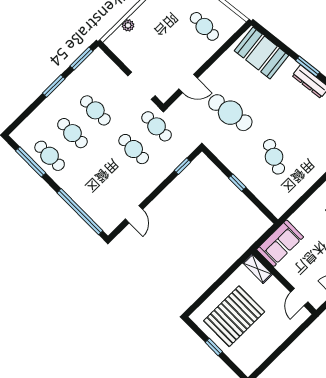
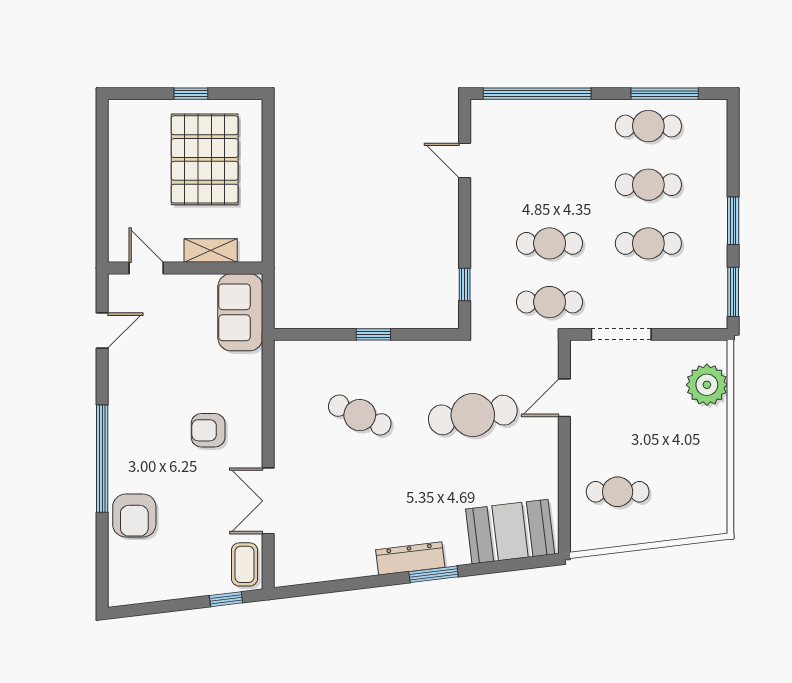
plant: (128, 25) -> (707, 385), width x1.87, depth x1.87
shelving: (258, 269) -> (211, 251), moved

